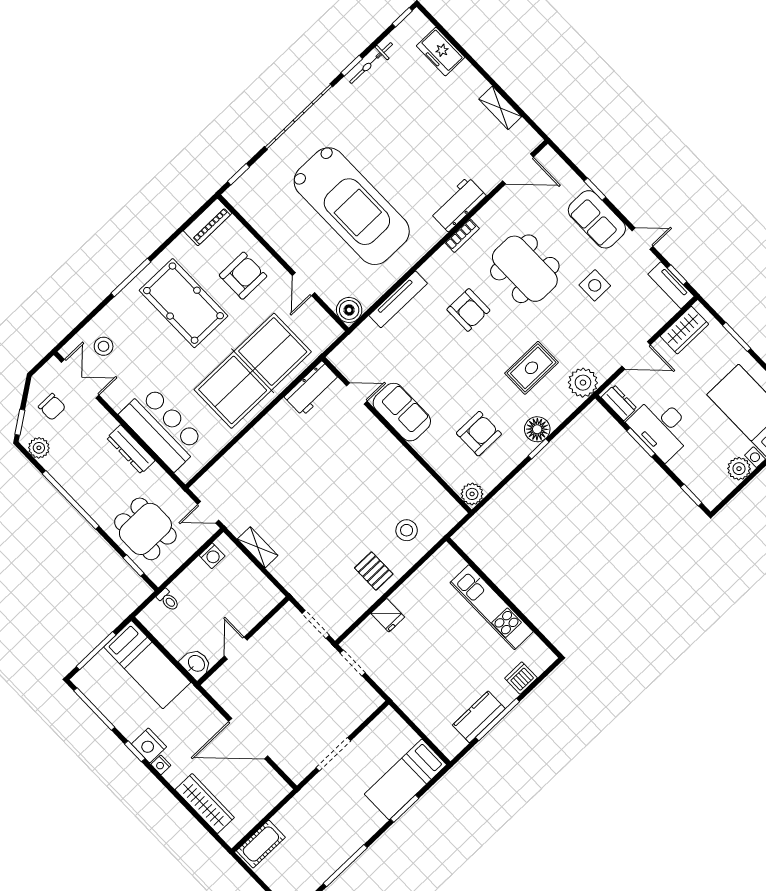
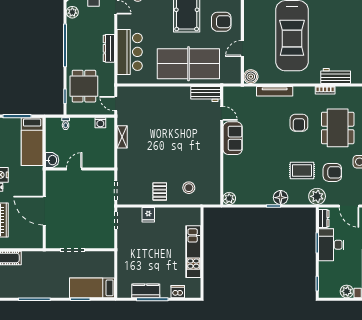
armchair: (479, 434) -> (332, 172), moved

